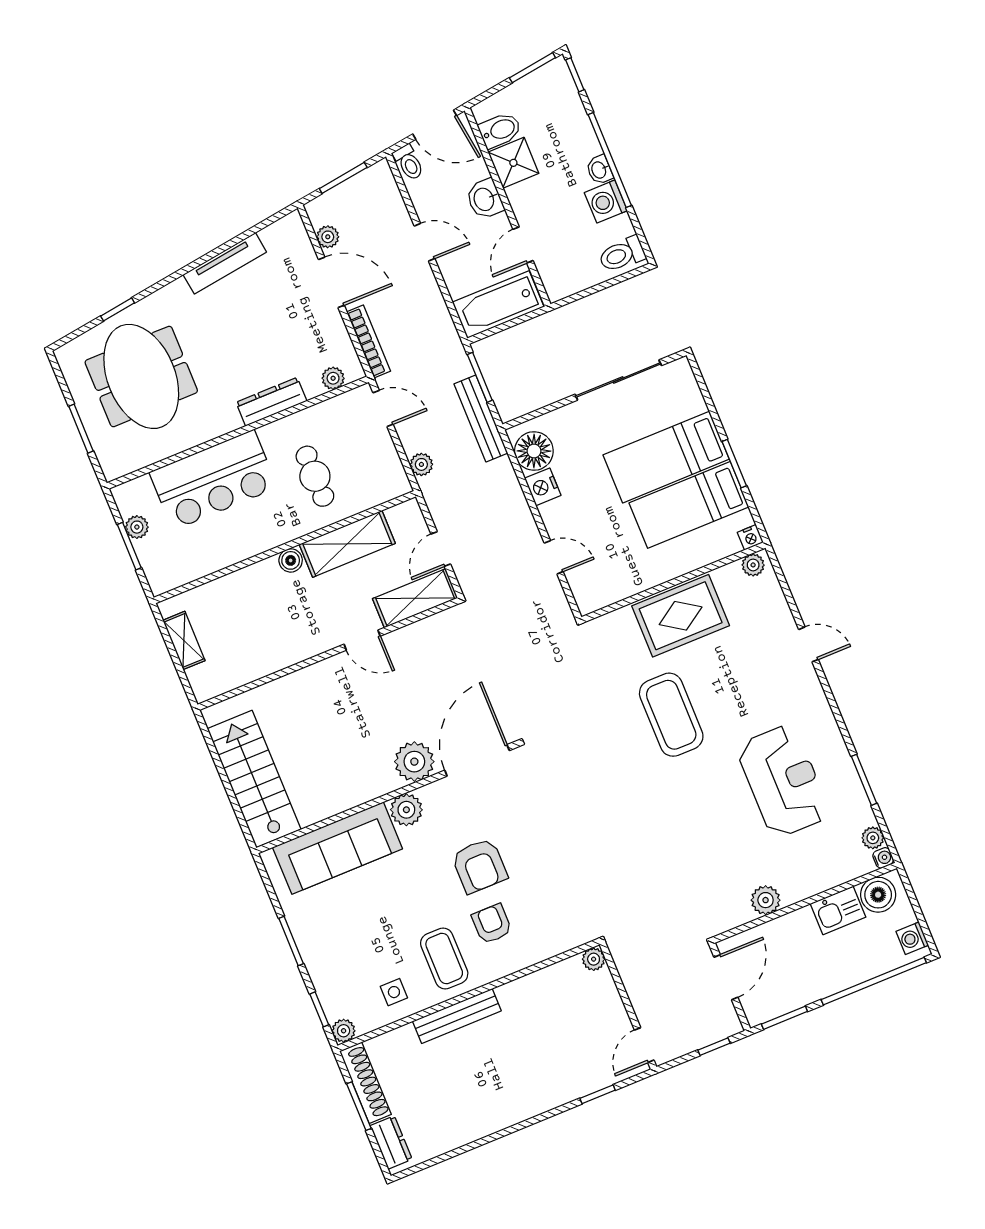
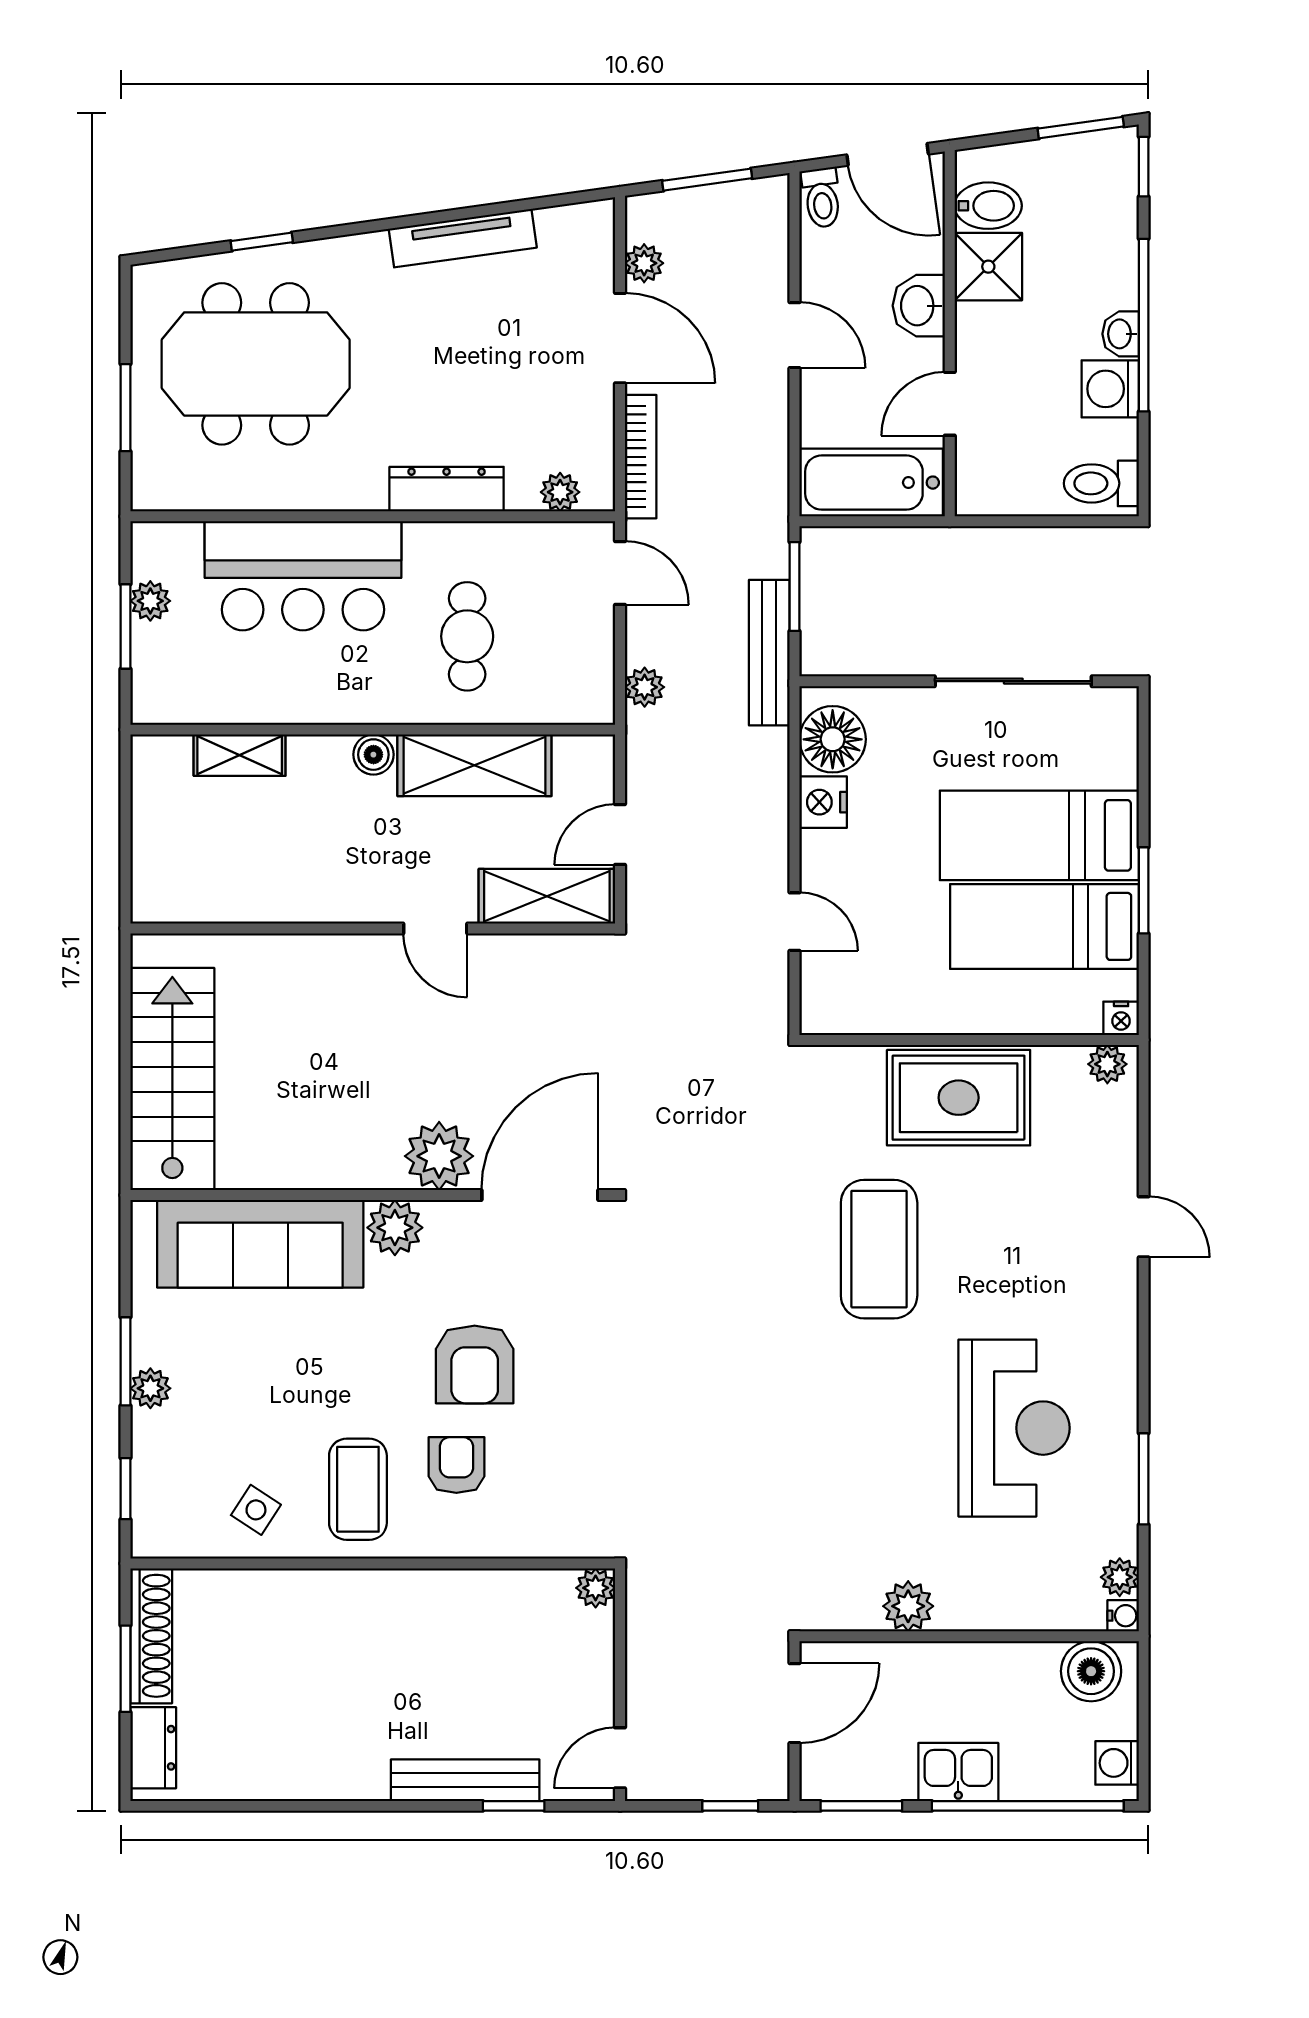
meeting table: (141, 376) -> (256, 364), turned 90
shelving: (184, 640) -> (240, 755), moved, turned 90
kitchen sink: (838, 910) -> (958, 1772), moved, turned 180
side table: (394, 992) -> (256, 1510), turned 33
bench: (457, 1016) -> (465, 1780), moved
plant: (344, 1031) -> (150, 1388), moved

